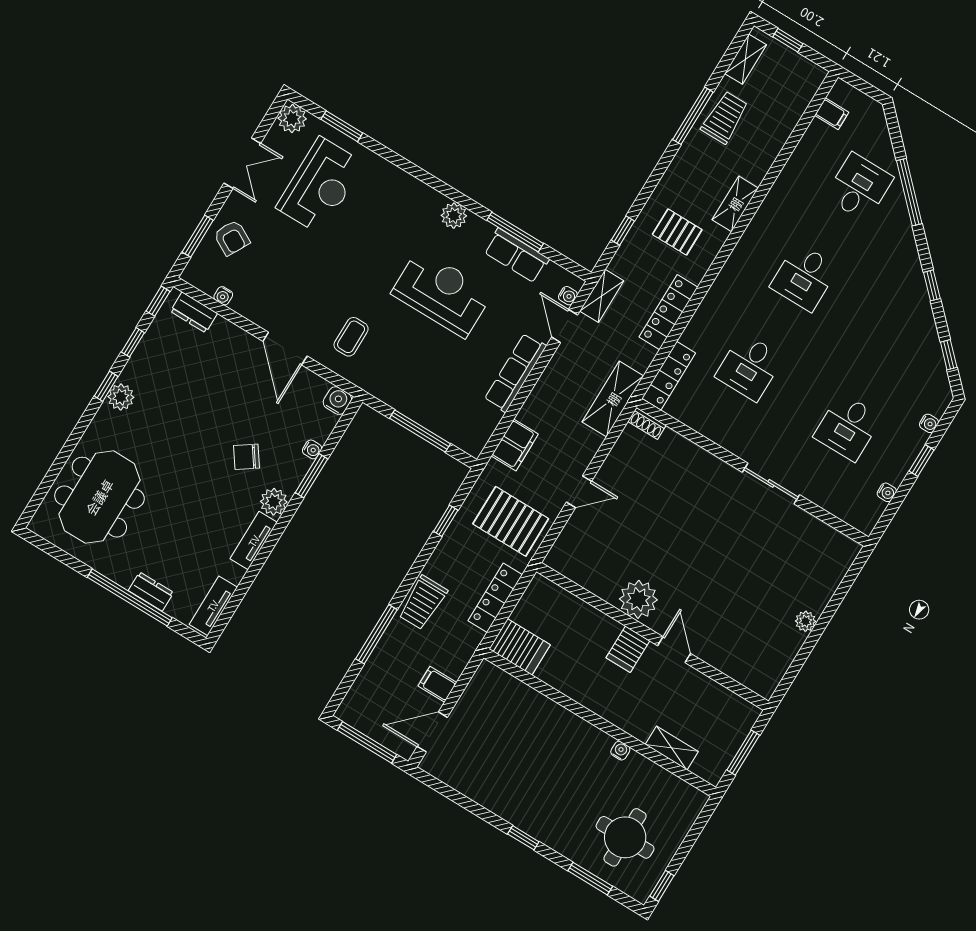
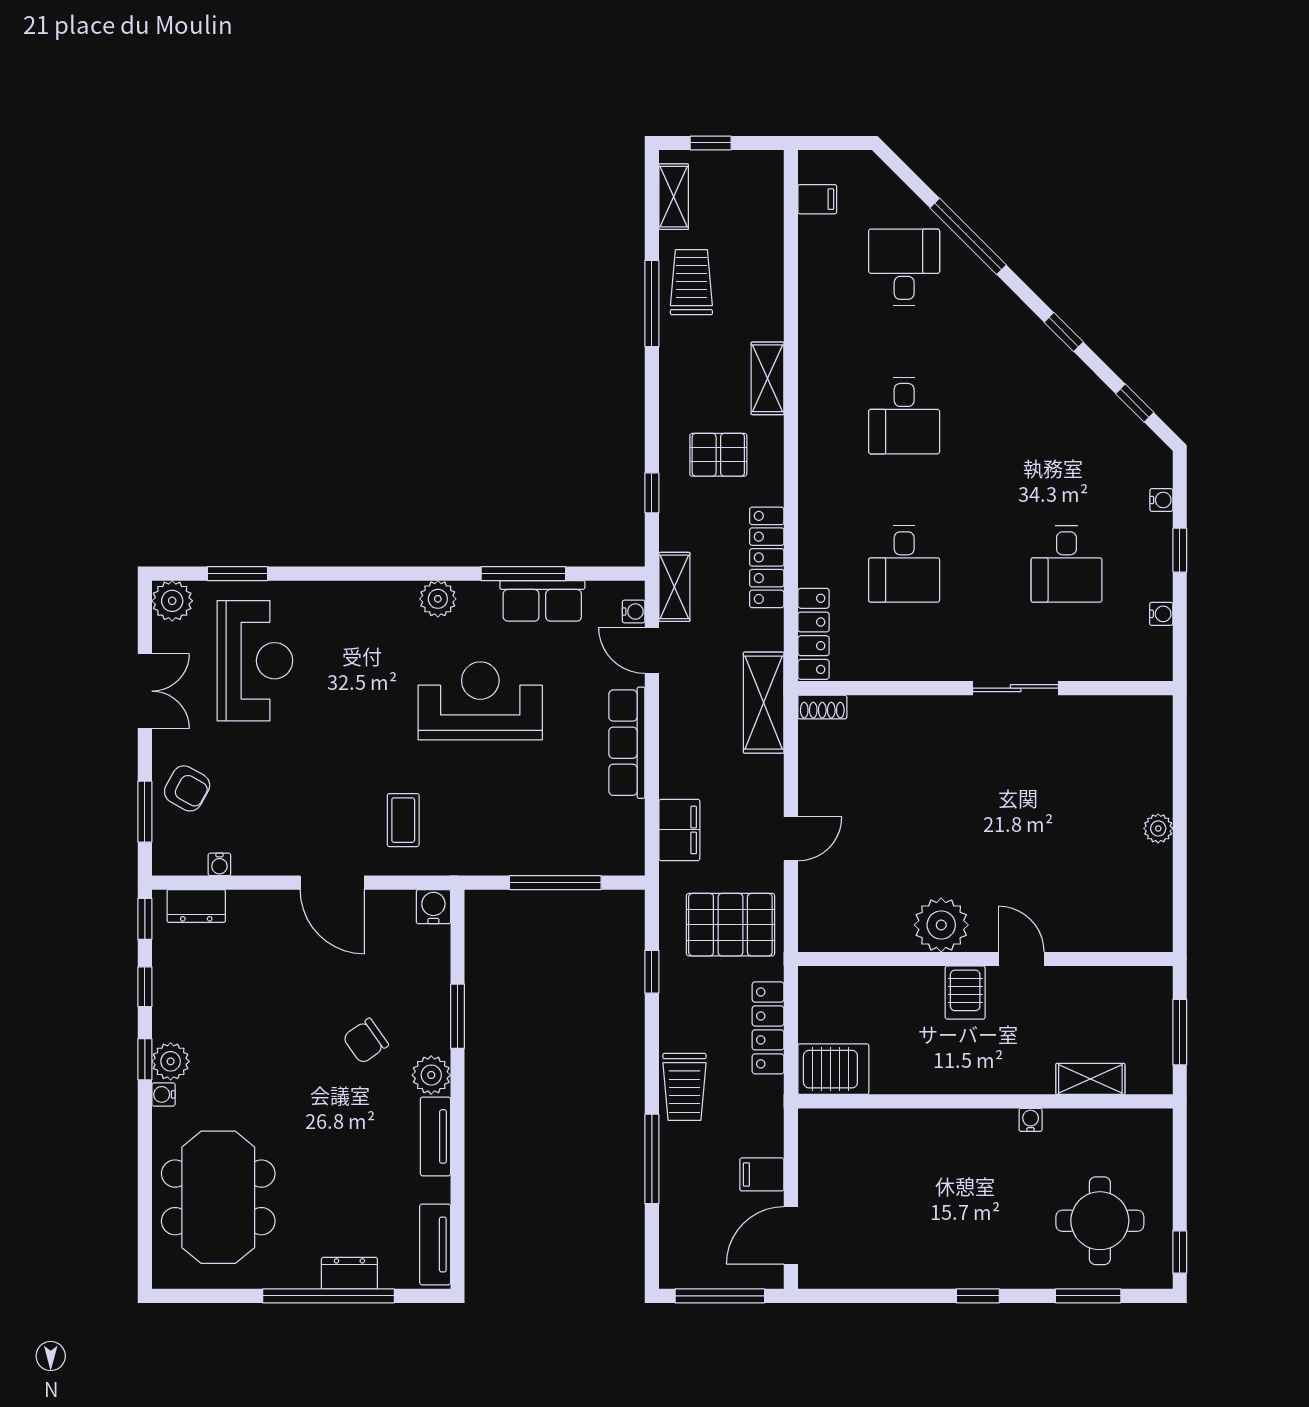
water cooler: (312, 449) -> (163, 1094), moved, turned 180

